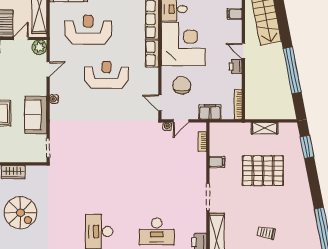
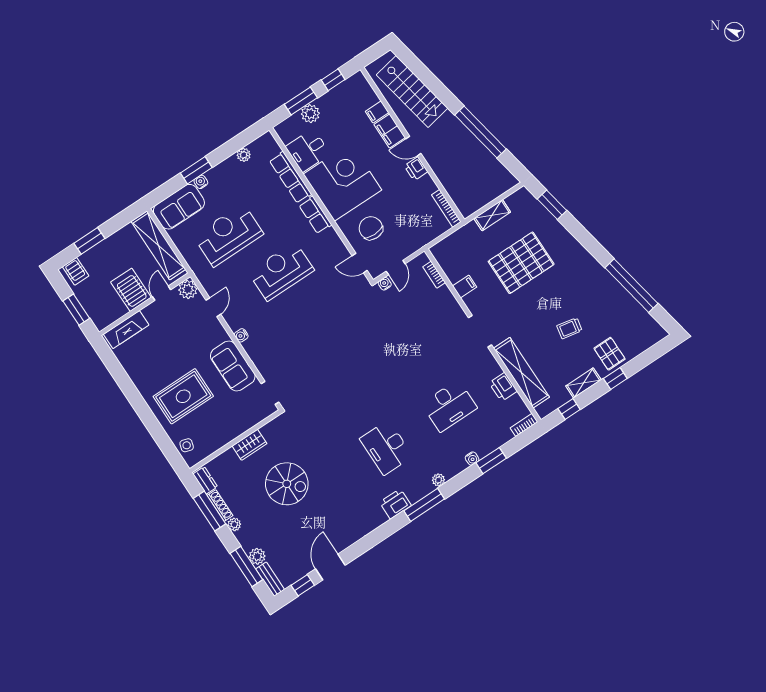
filing cabinet: (210, 112) -> (390, 131), moved, turned -90

